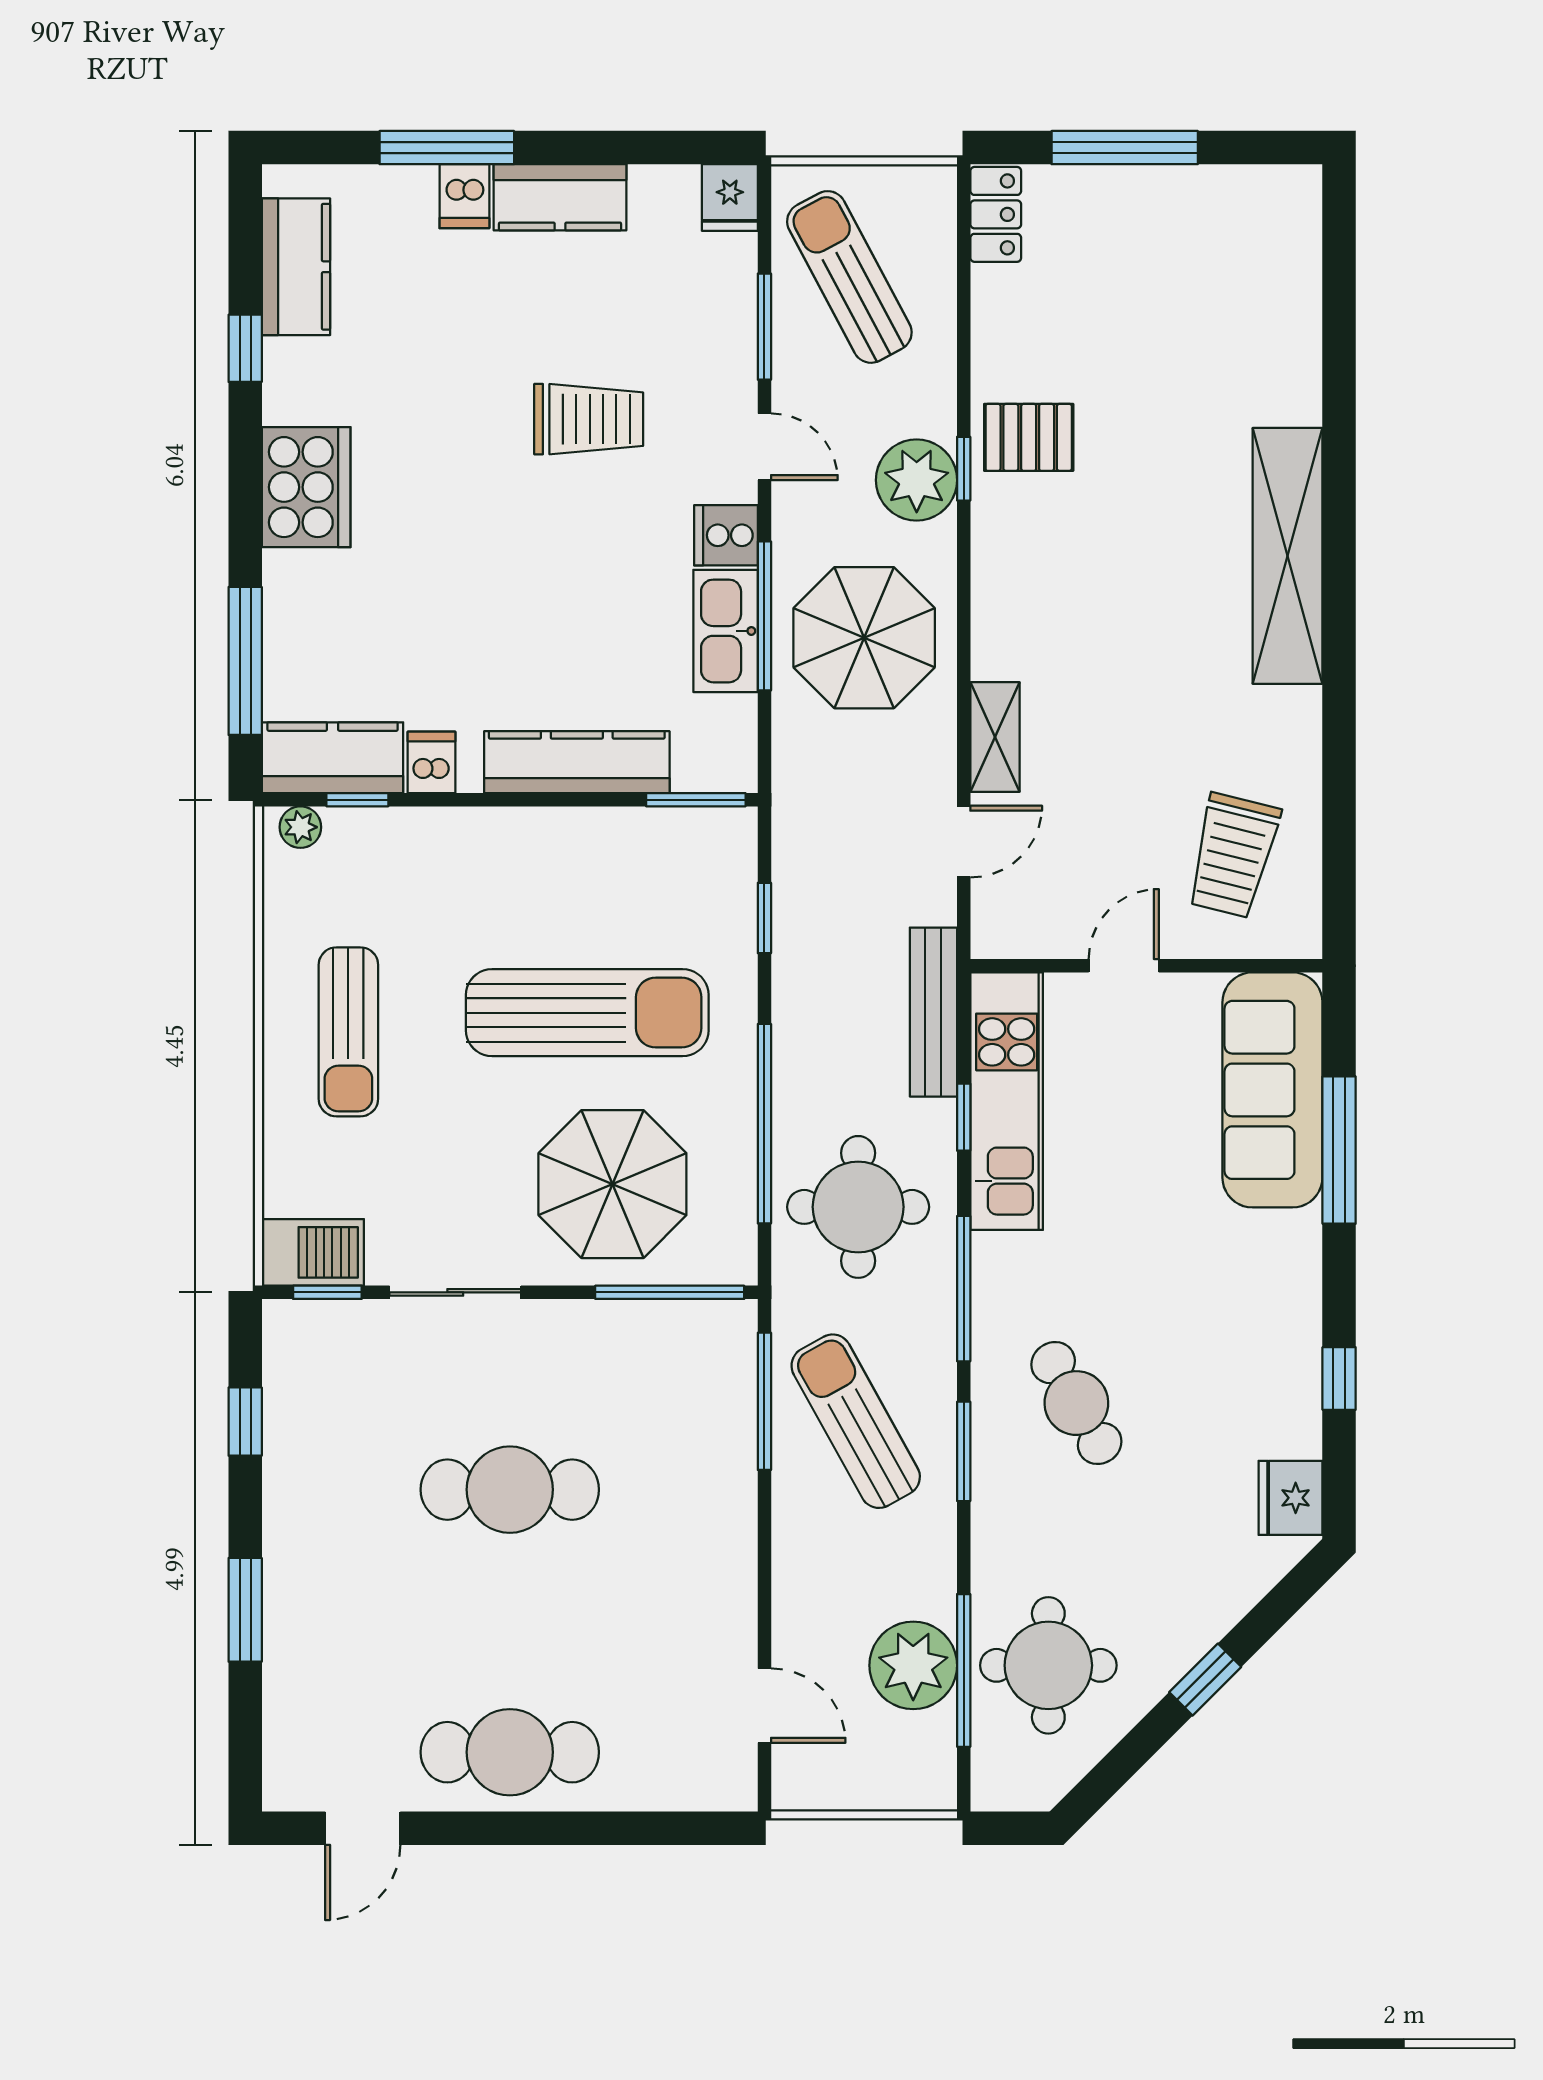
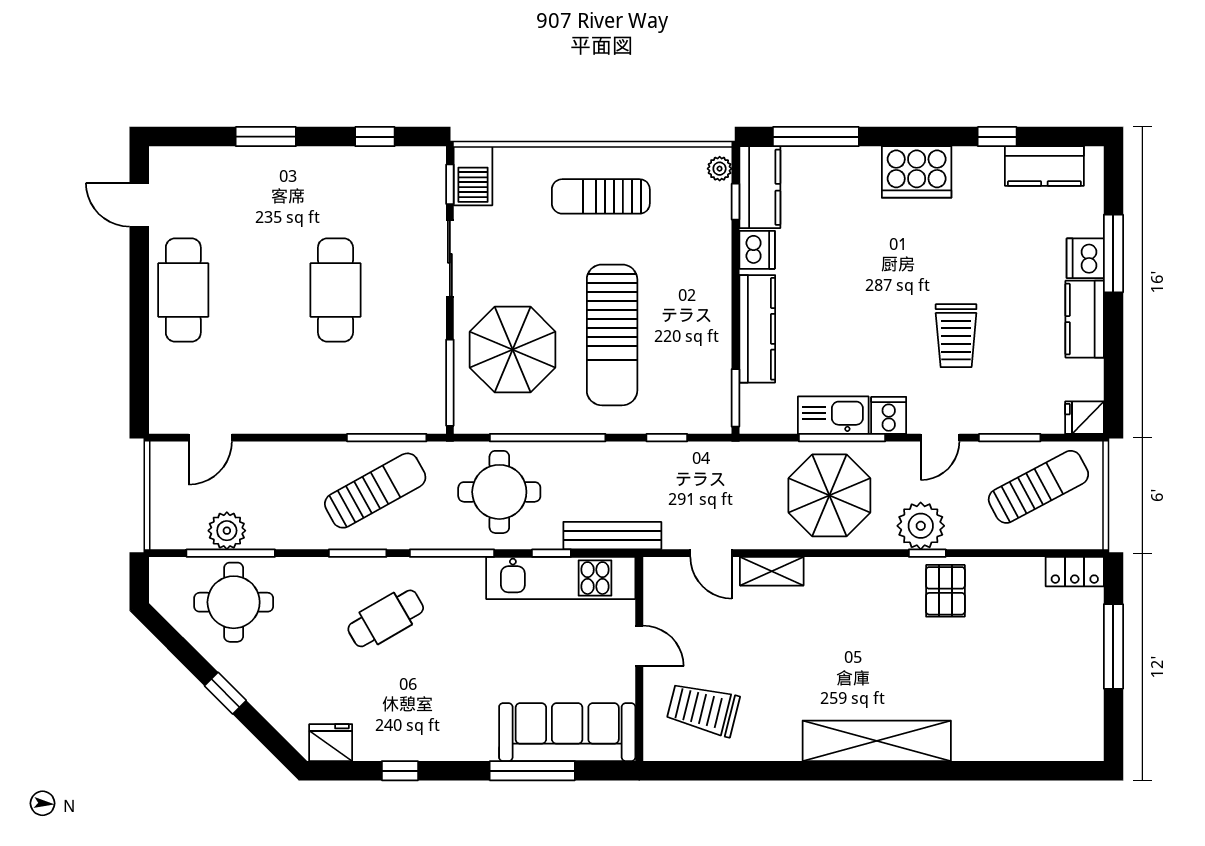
dishwasher: (464, 196) -> (1085, 258), width x1.38
dishwasher: (431, 762) -> (757, 250), width x1.38
plant: (913, 1665) -> (227, 531), width x0.73, depth x0.73

